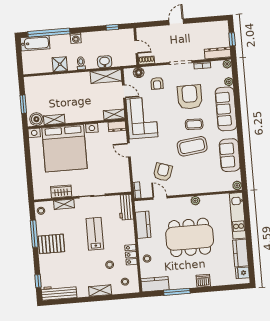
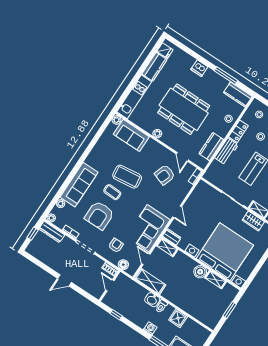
washbasin: (105, 62) -> (152, 300), moved
boiler: (36, 119) -> (200, 272), moved
sofa: (230, 155) -> (131, 135), moved, turned 90
workbench: (126, 207) -> (226, 151), moved

